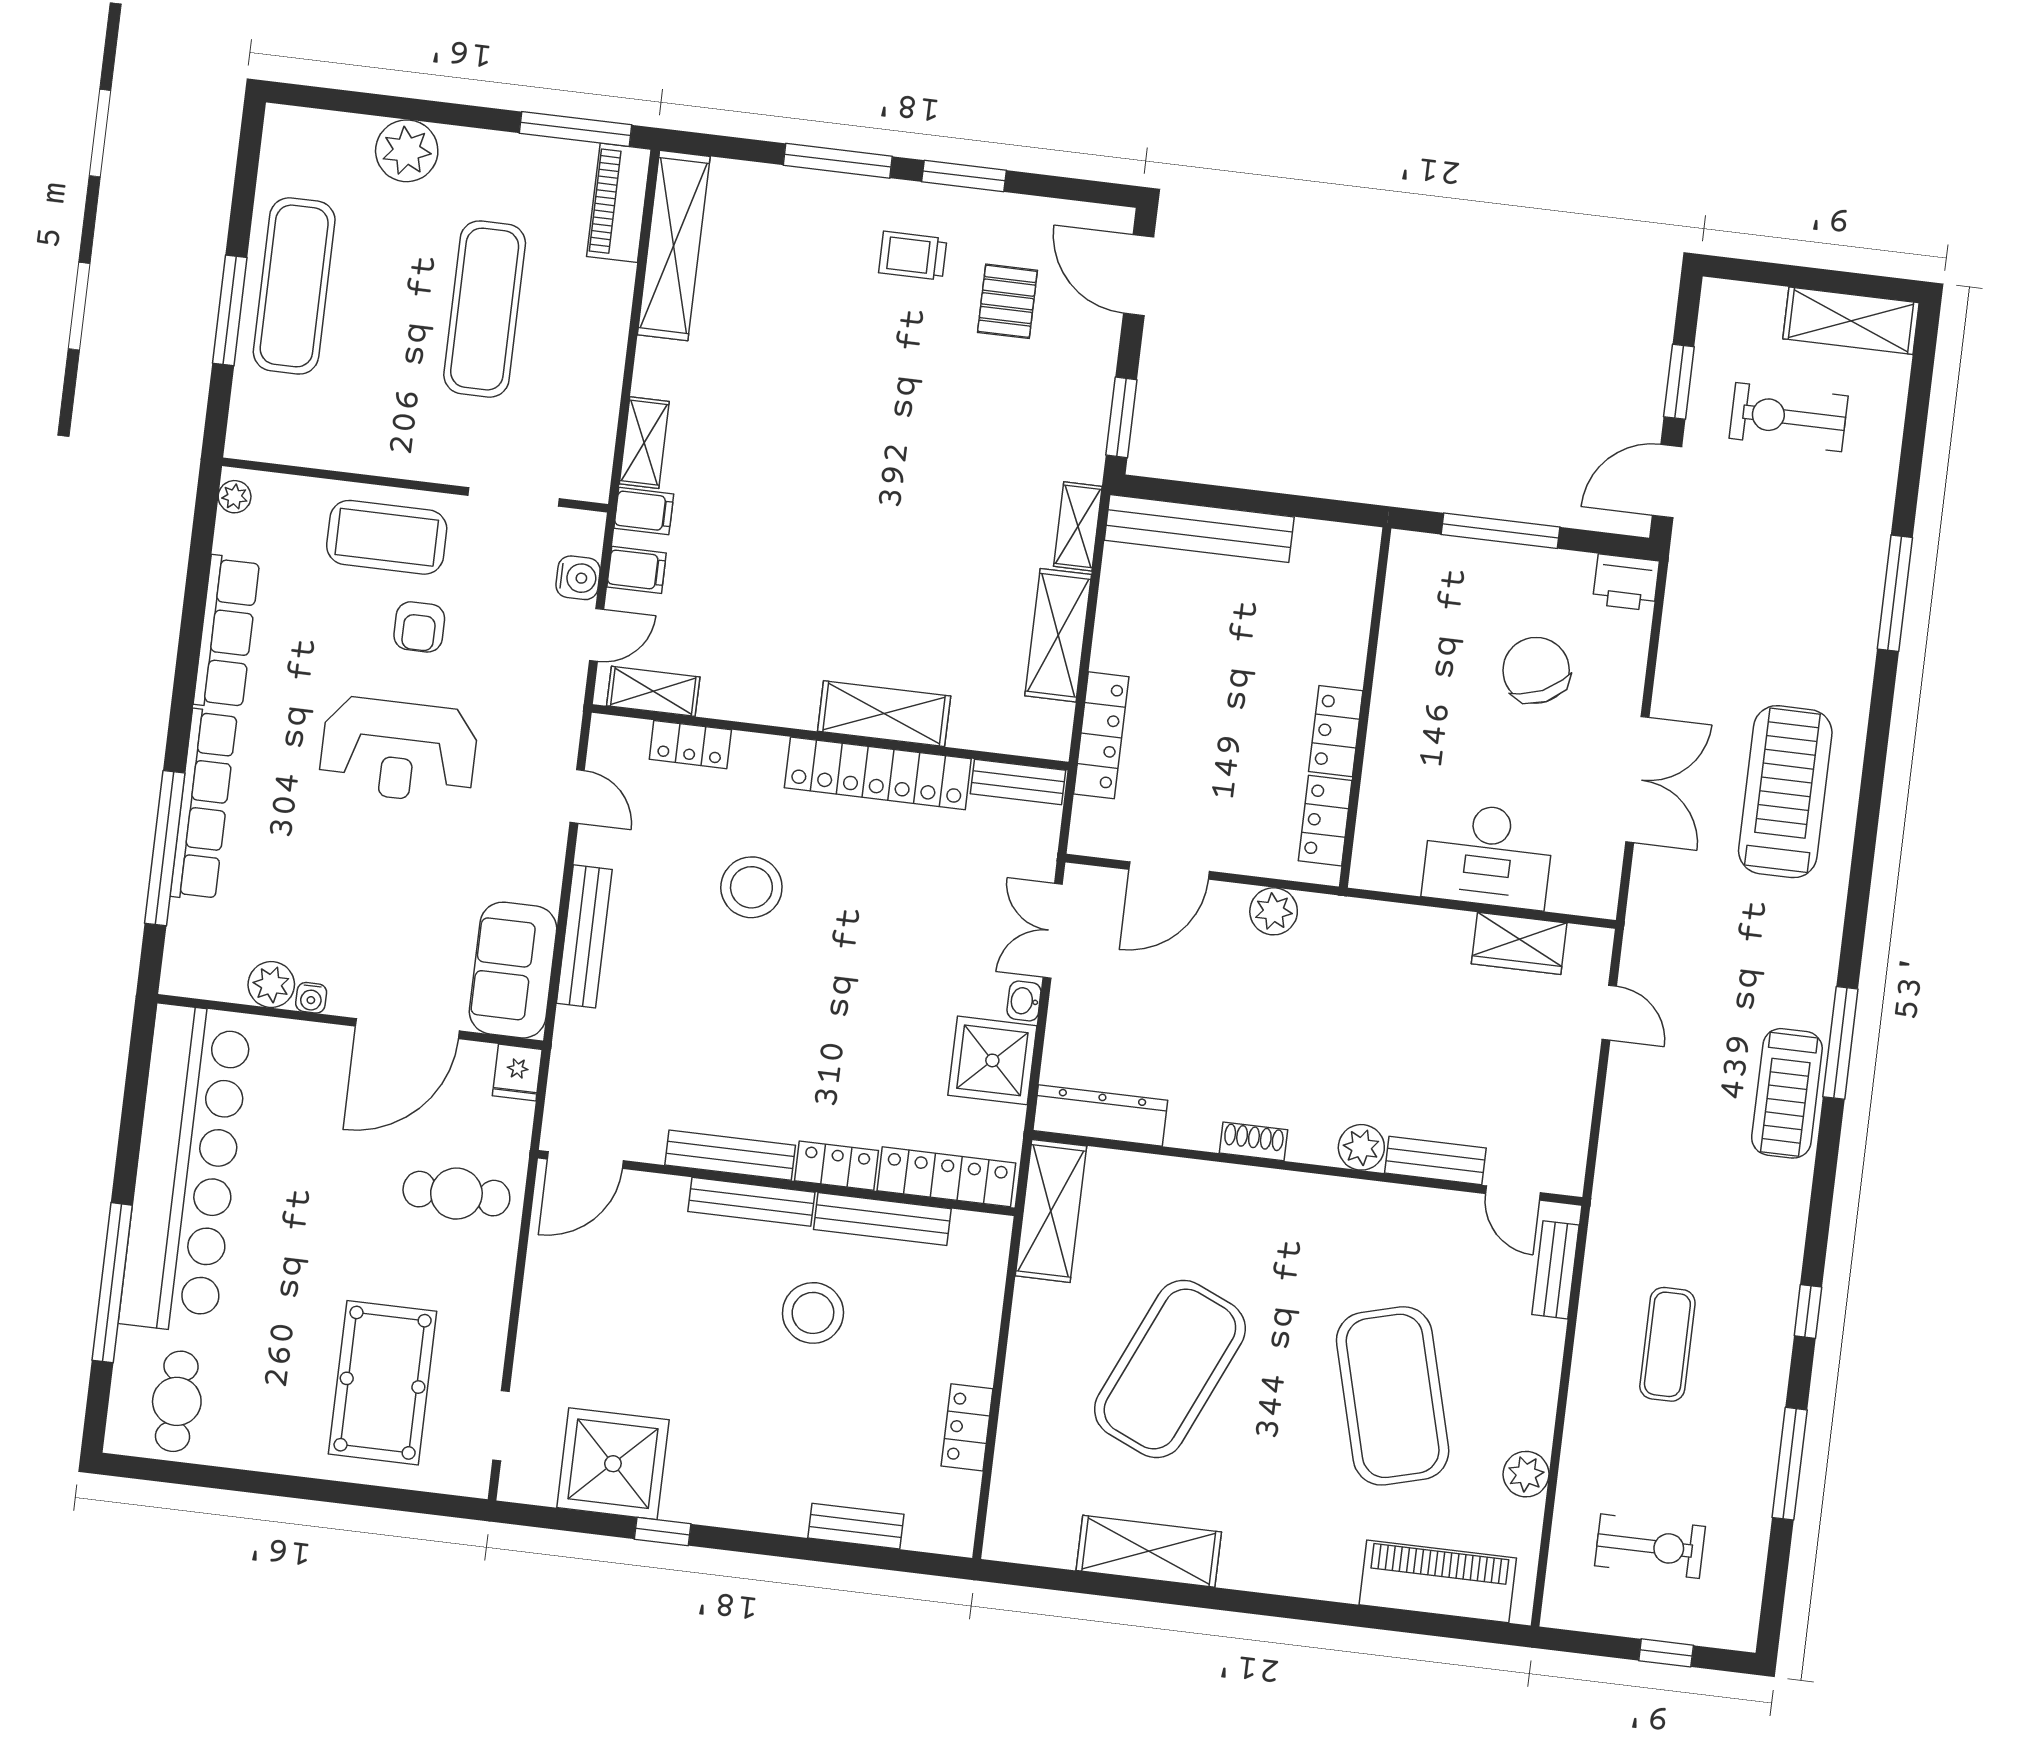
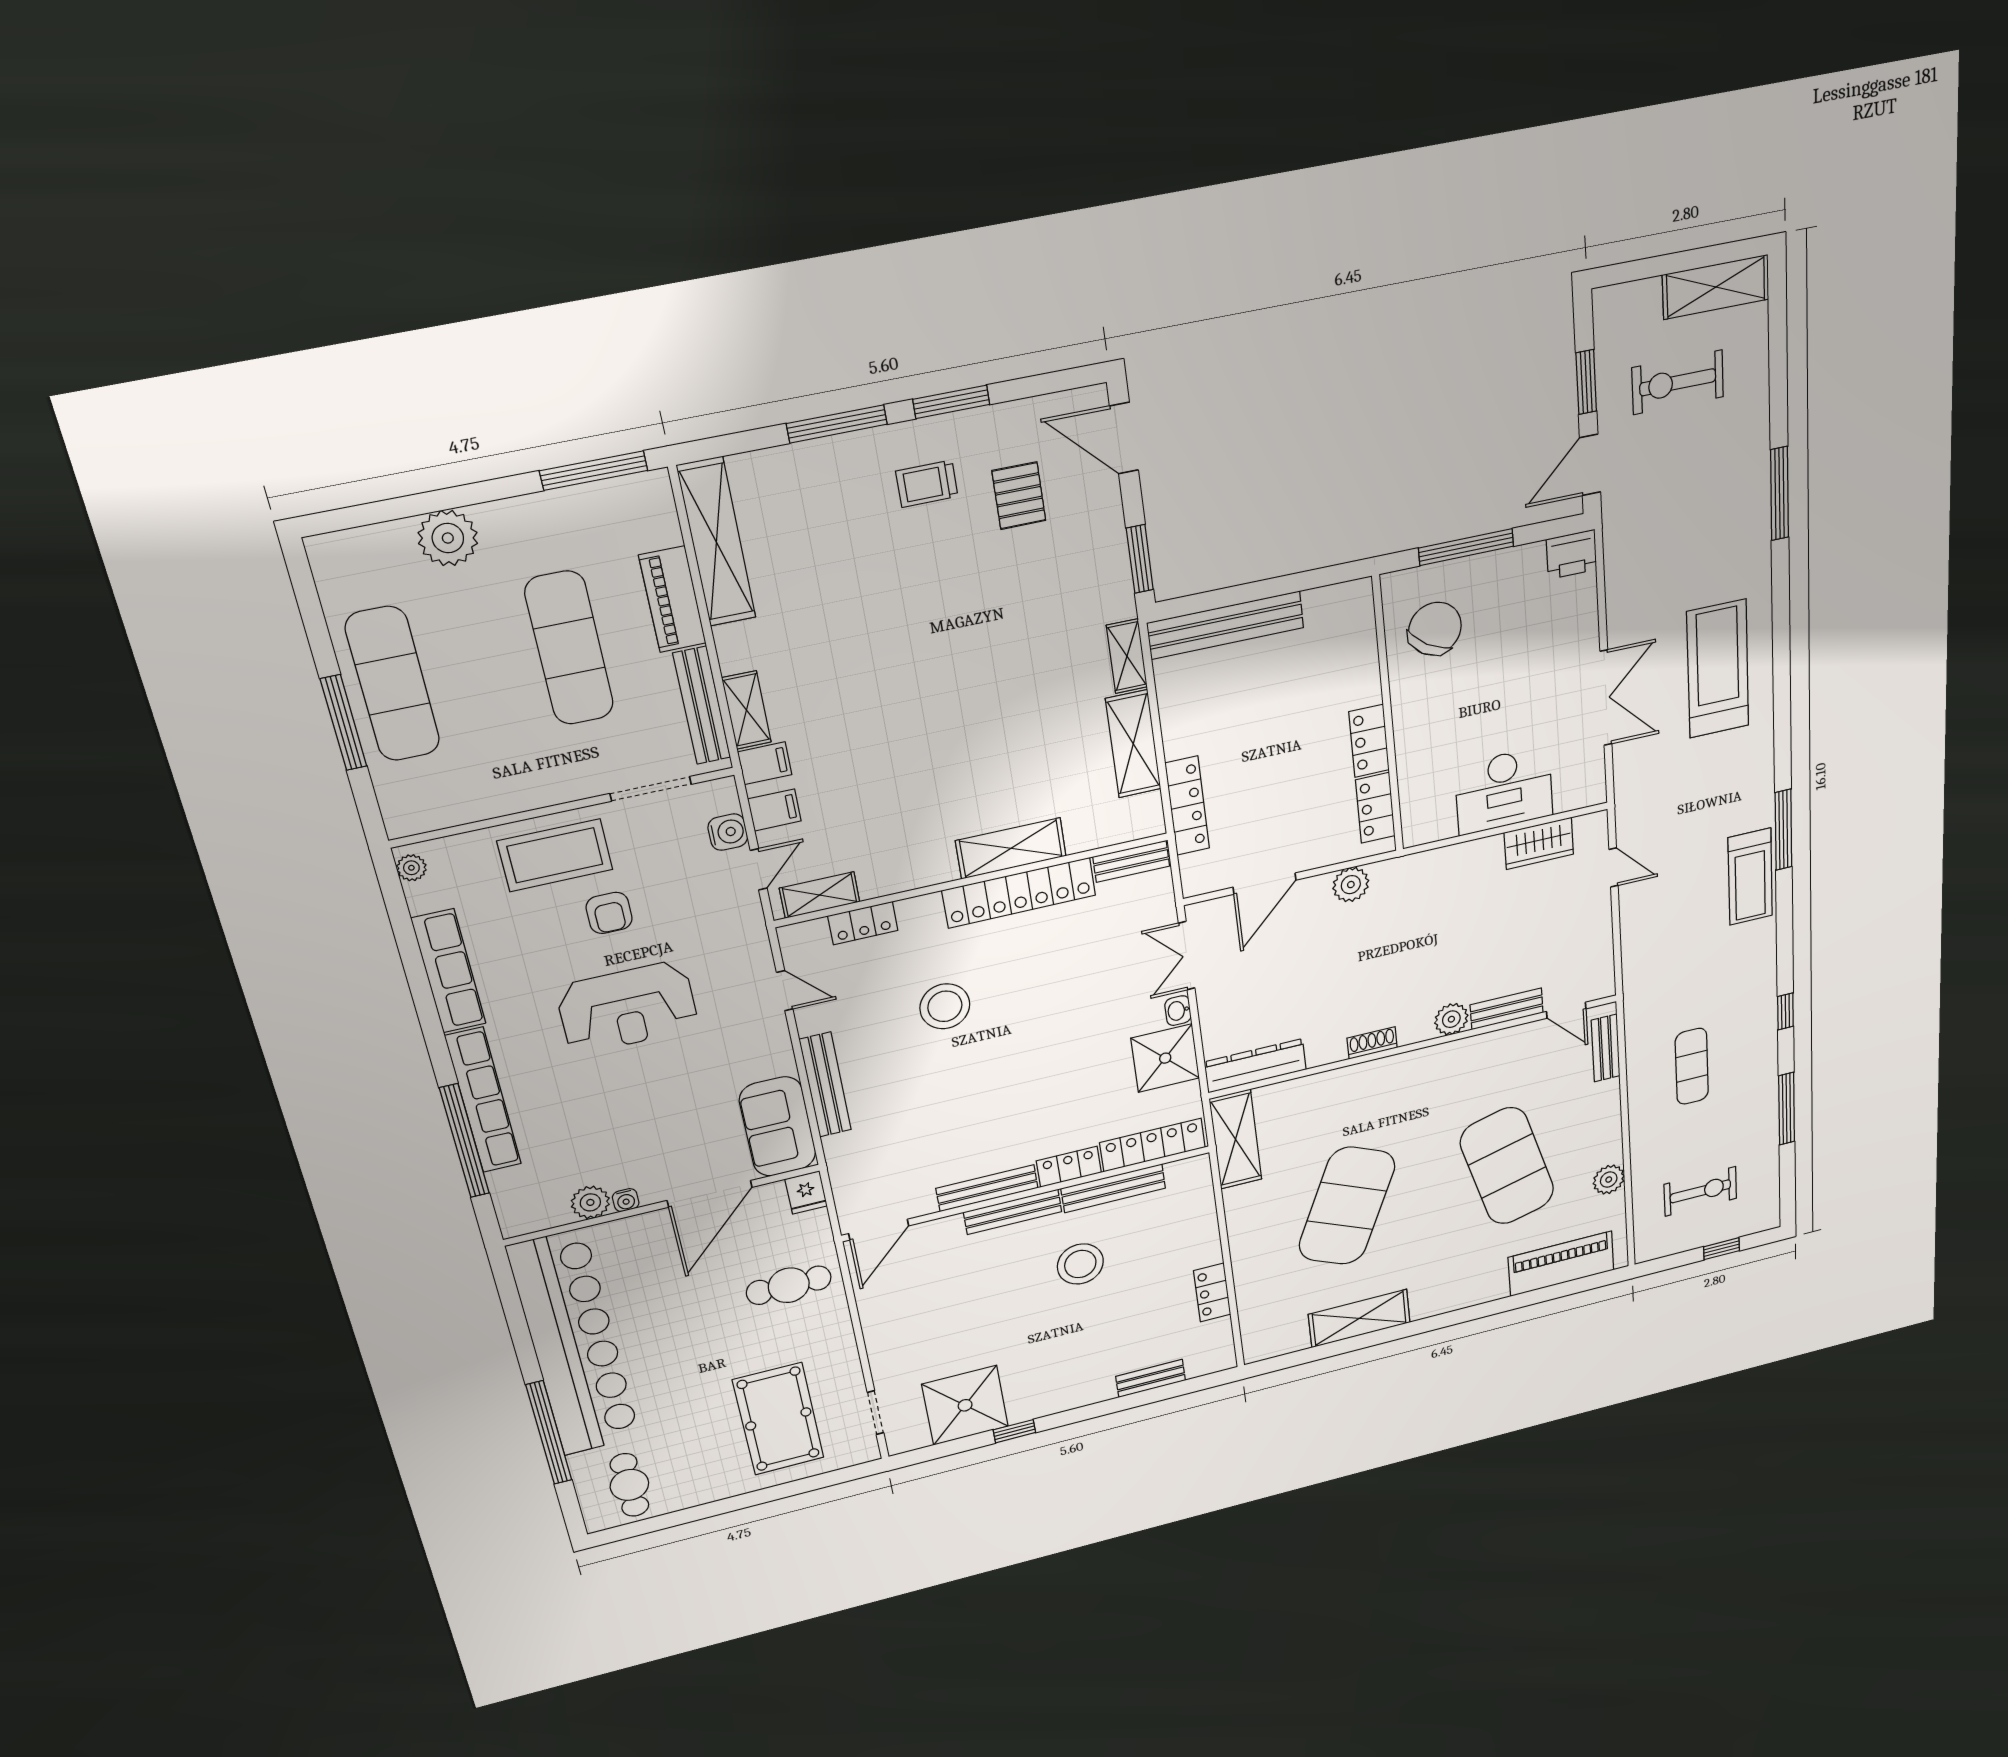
piano: (619, 203) -> (672, 599), moved
bench: (599, 421) -> (702, 706), added
chair: (1536, 670) -> (1435, 629), moved, turned 58

